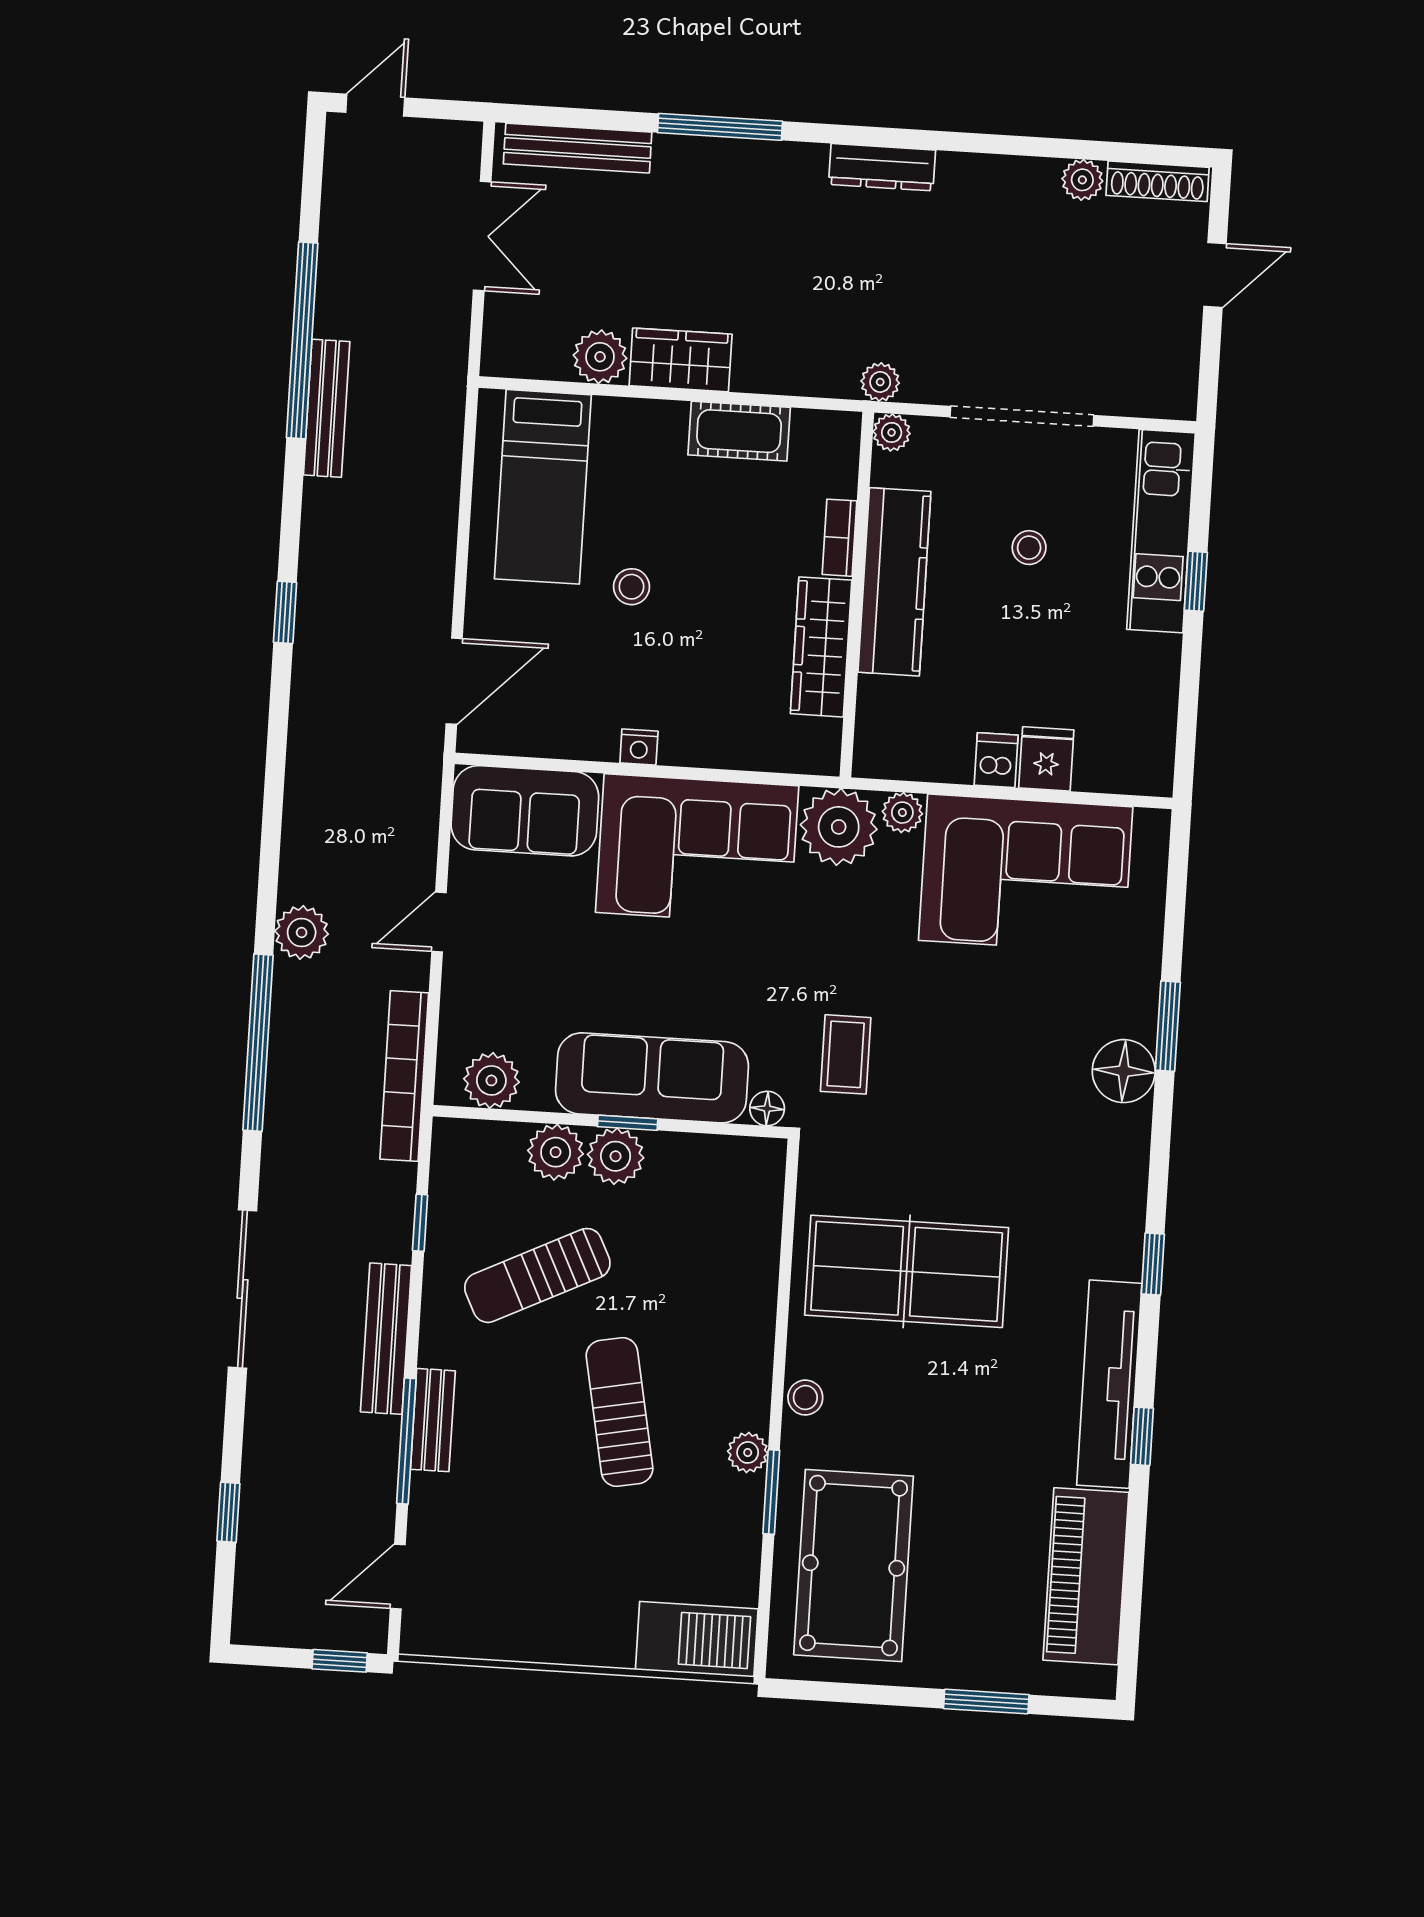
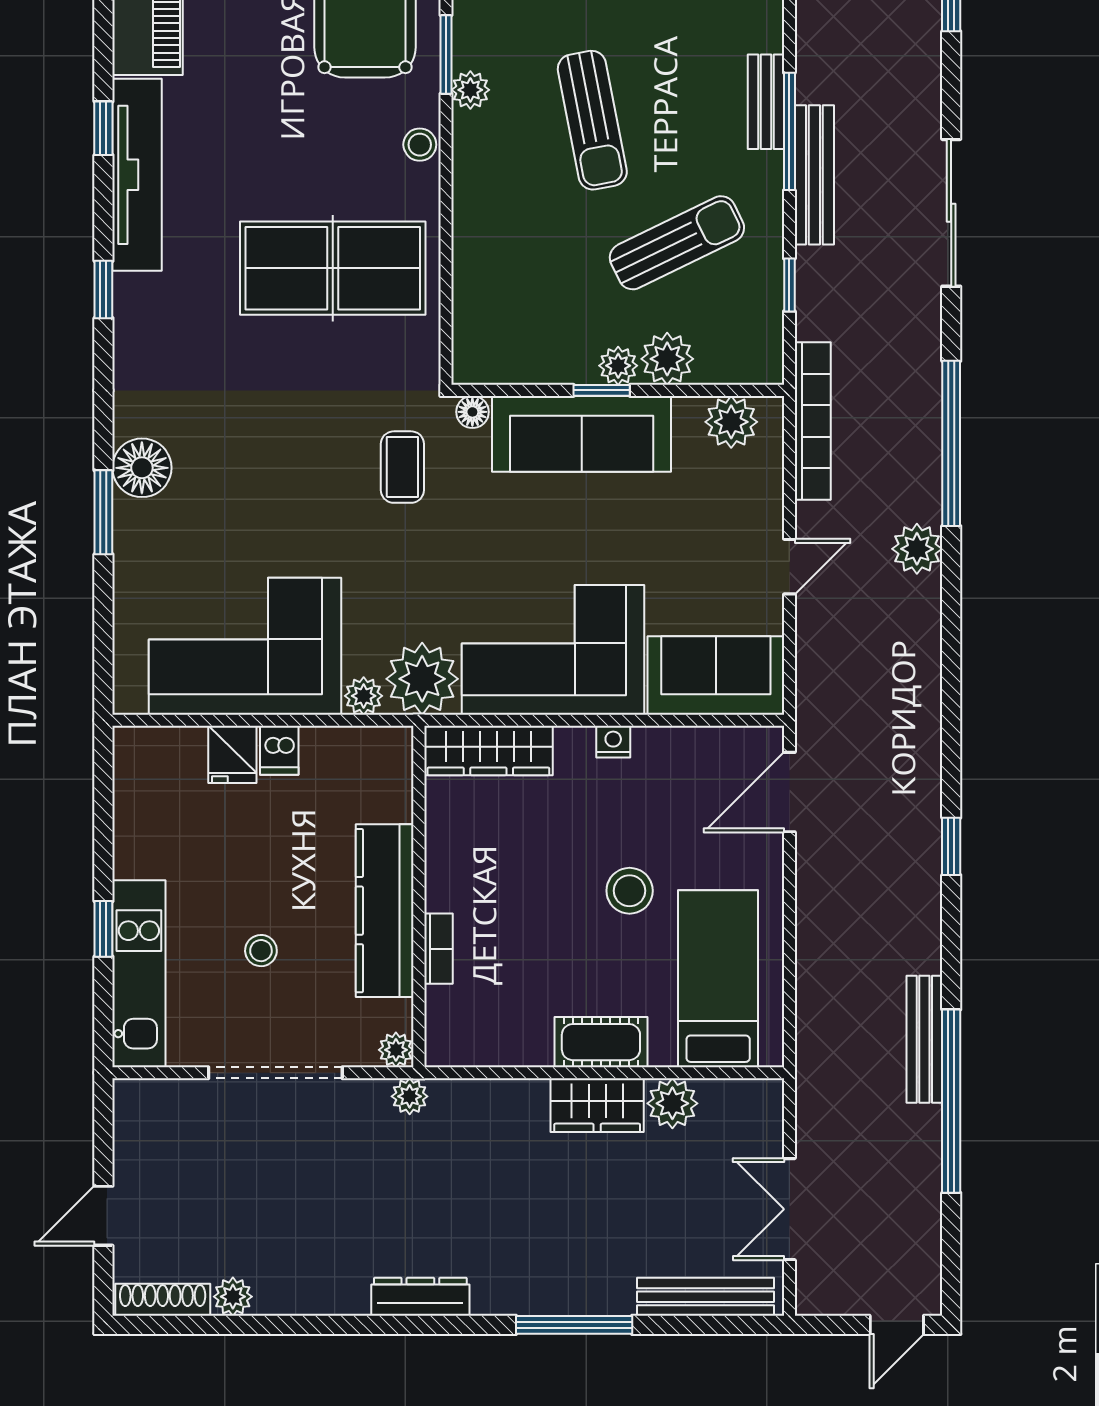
cot: (739, 431) -> (601, 1042), moved
stool: (631, 587) -> (630, 891), width x1.37, depth x1.37
wardrobe: (821, 647) -> (488, 750), moved, turned 90
plant: (616, 1156) -> (618, 366), width x0.73, depth x0.73
window: (406, 1441) -> (789, 131), moved

